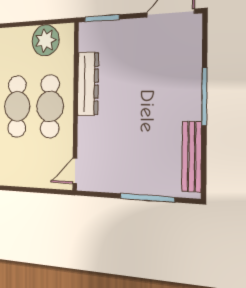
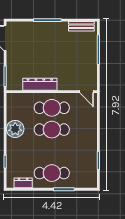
plant: (45, 40) -> (15, 129), moved
bench: (192, 157) -> (81, 26), width x0.73

